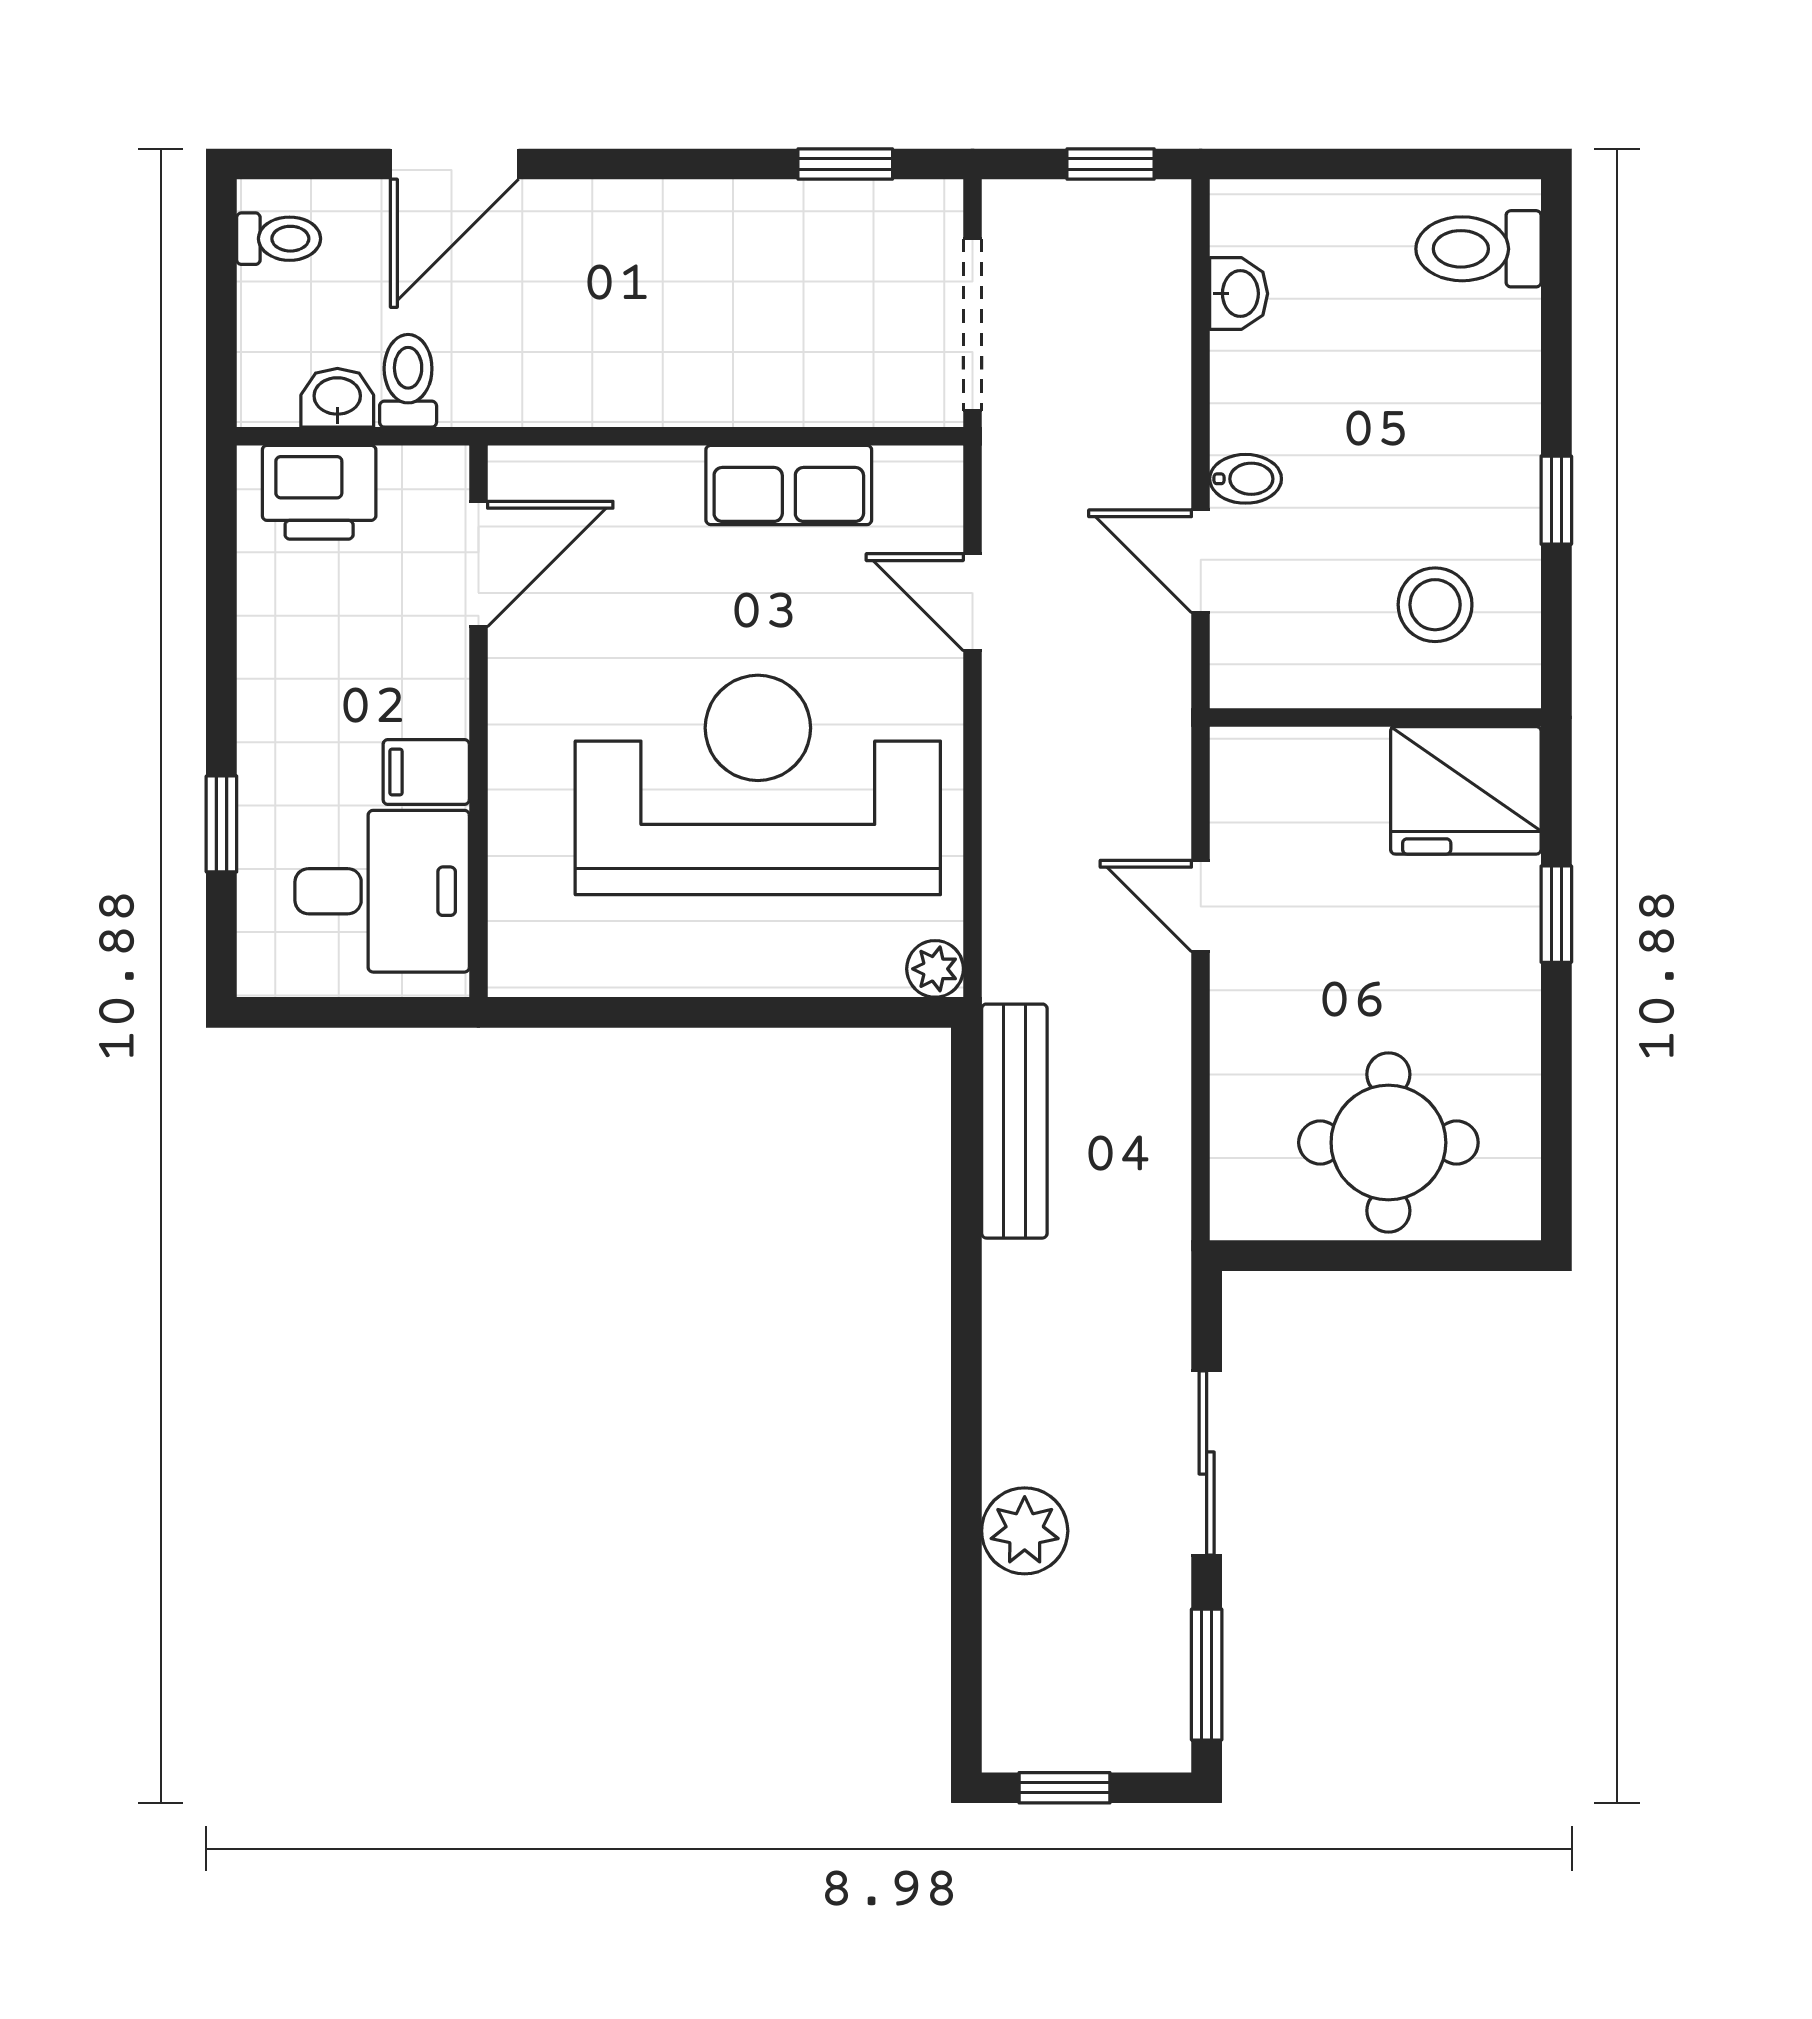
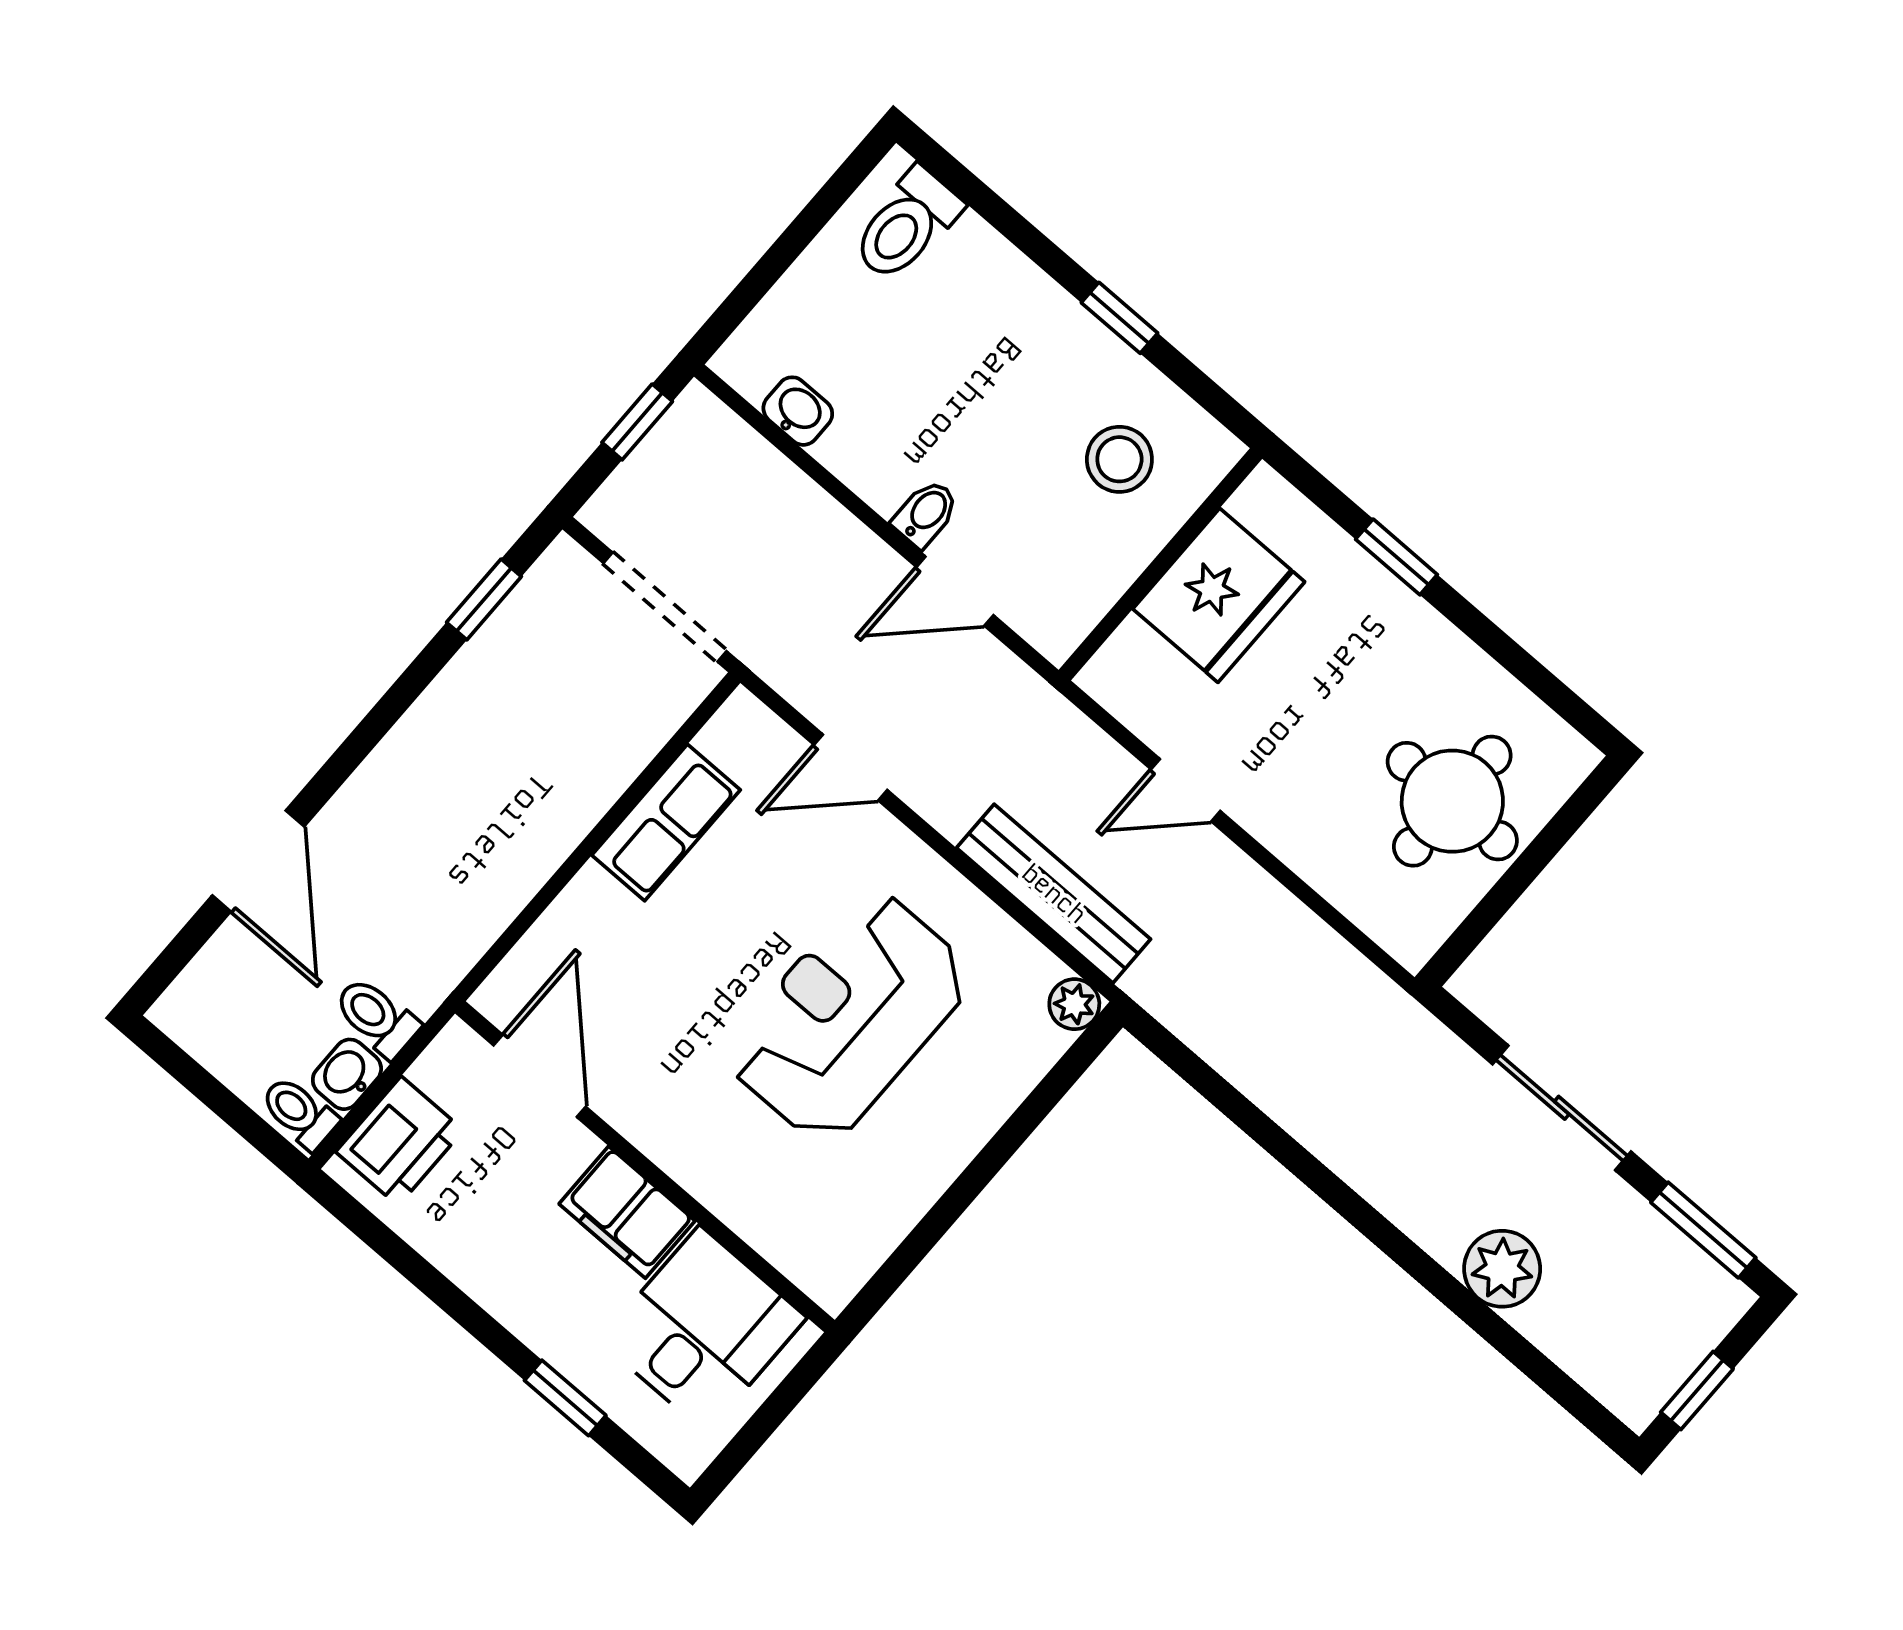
toilet: (279, 239) -> (299, 1113), moved, turned -90
filing cabinet: (426, 772) -> (627, 1212), width x2.00
reception desk: (758, 785) -> (849, 1017), width x0.74, depth x0.77
fridge: (1466, 790) -> (1219, 595), moved
bench: (1014, 1121) -> (1054, 894), moved

